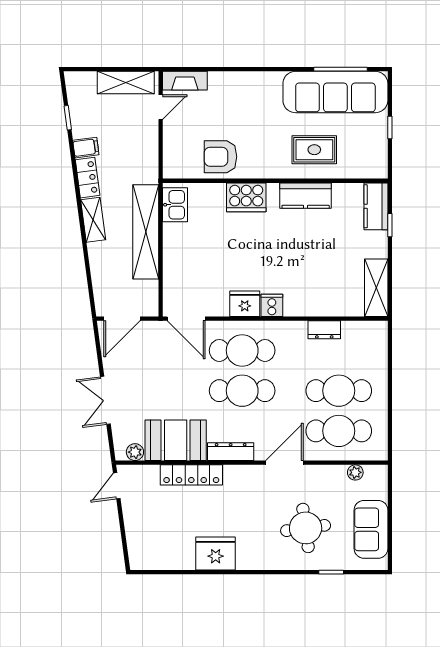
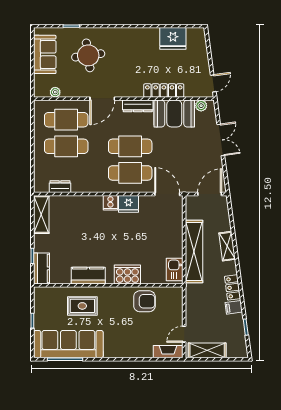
shelving: (93, 220) -> (227, 246), moved
dresser: (324, 330) -> (60, 187), moved
fridge: (216, 554) -> (173, 38), moved

